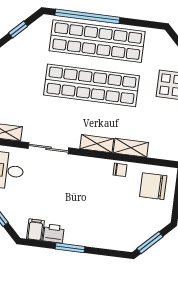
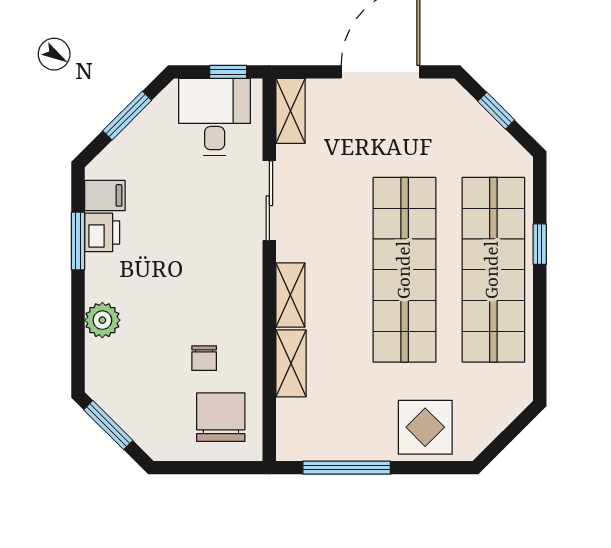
window: (87, 16) -> (540, 244), width x0.32
chair: (120, 170) -> (204, 358), moved
plant: (97, 239) -> (102, 320), added
window: (70, 248) -> (78, 241), moved

